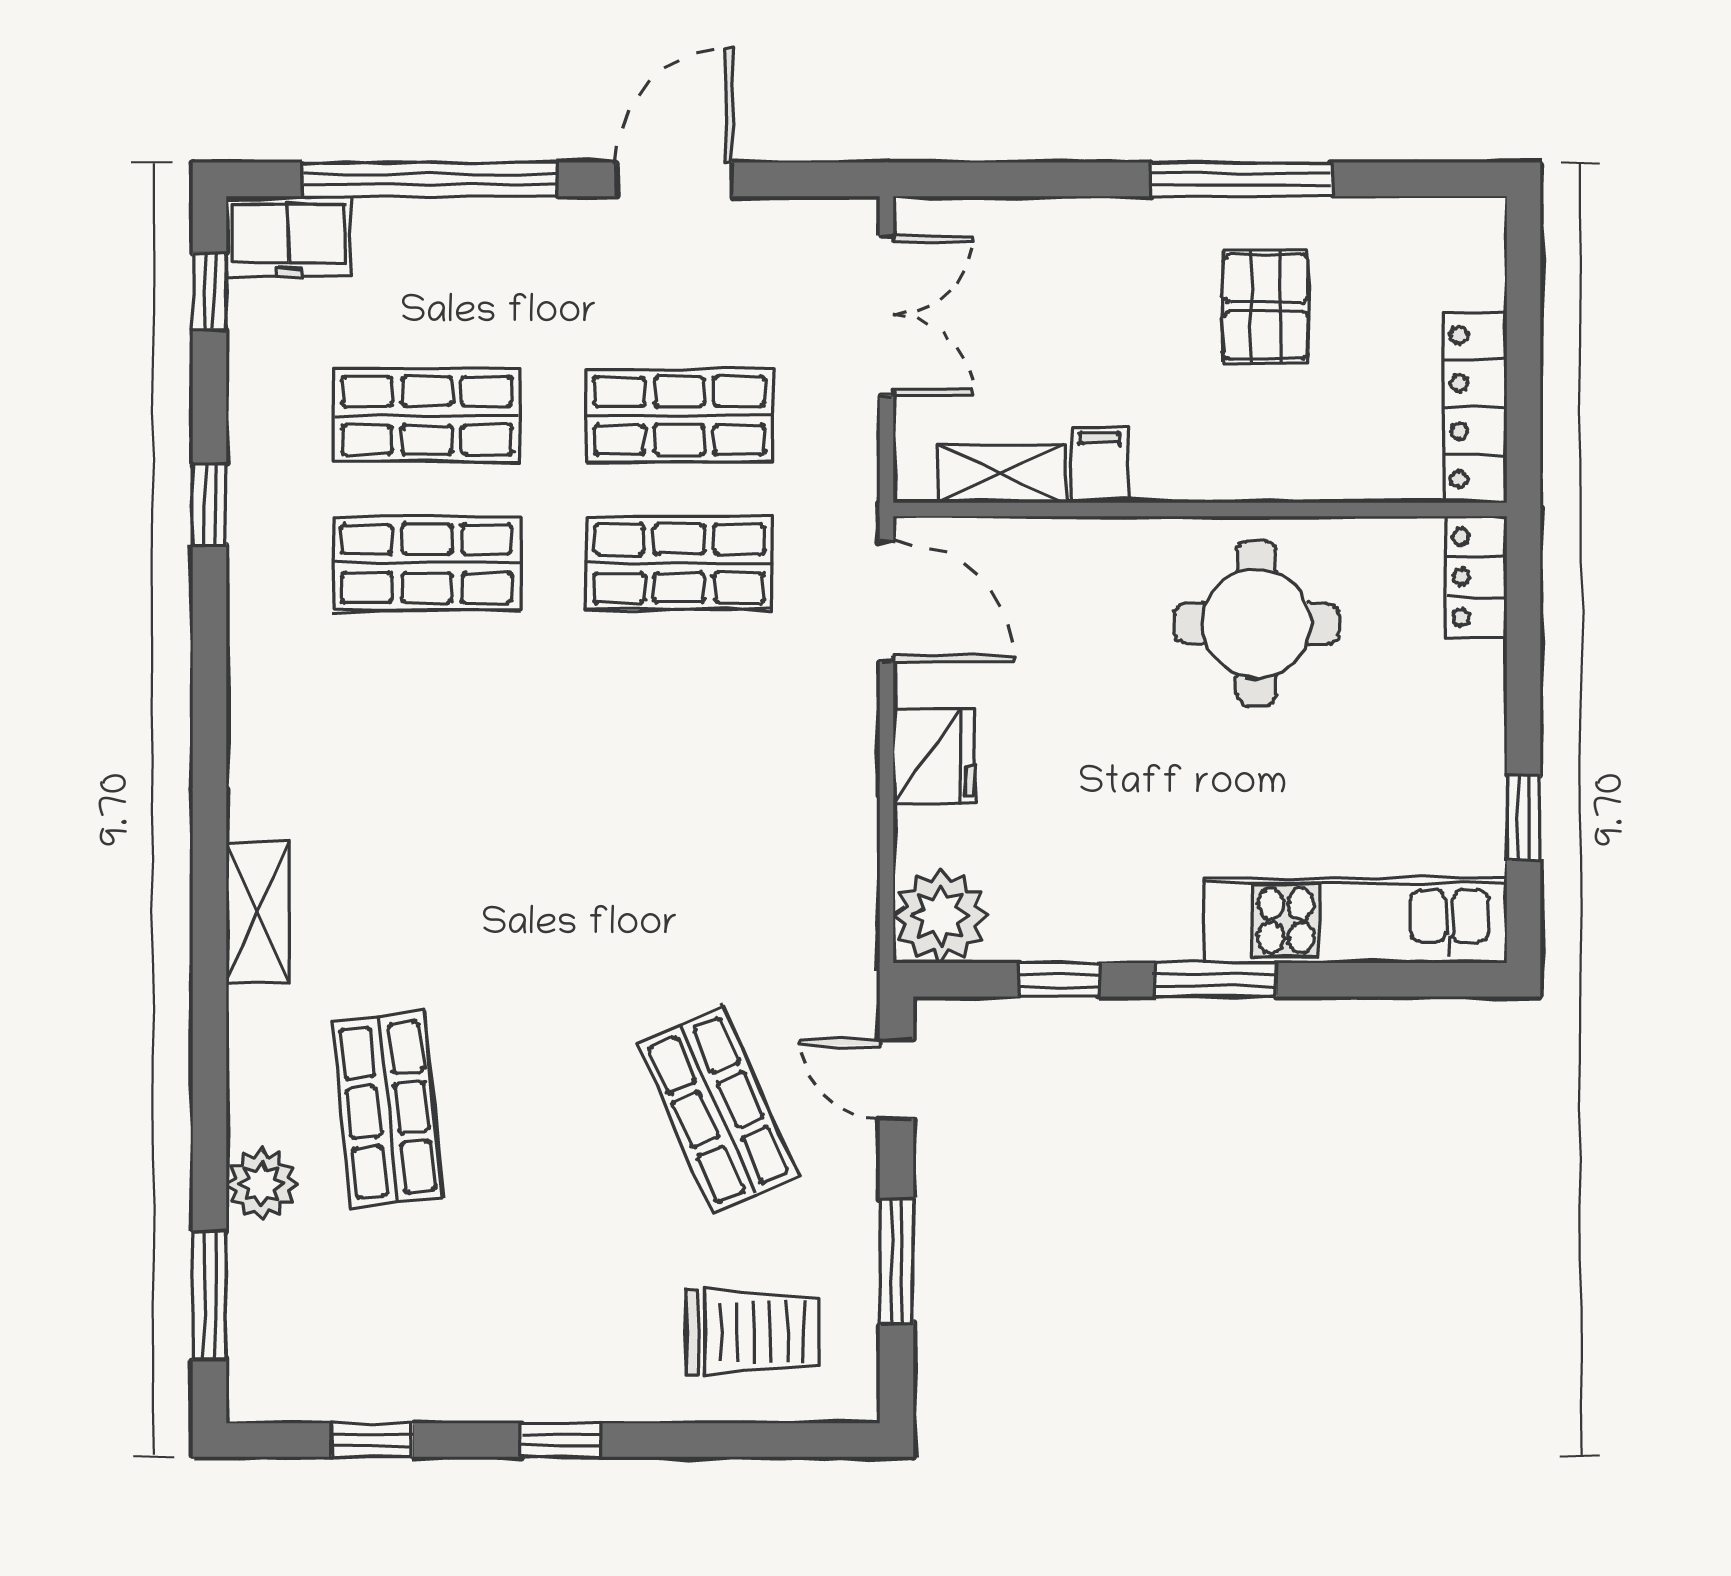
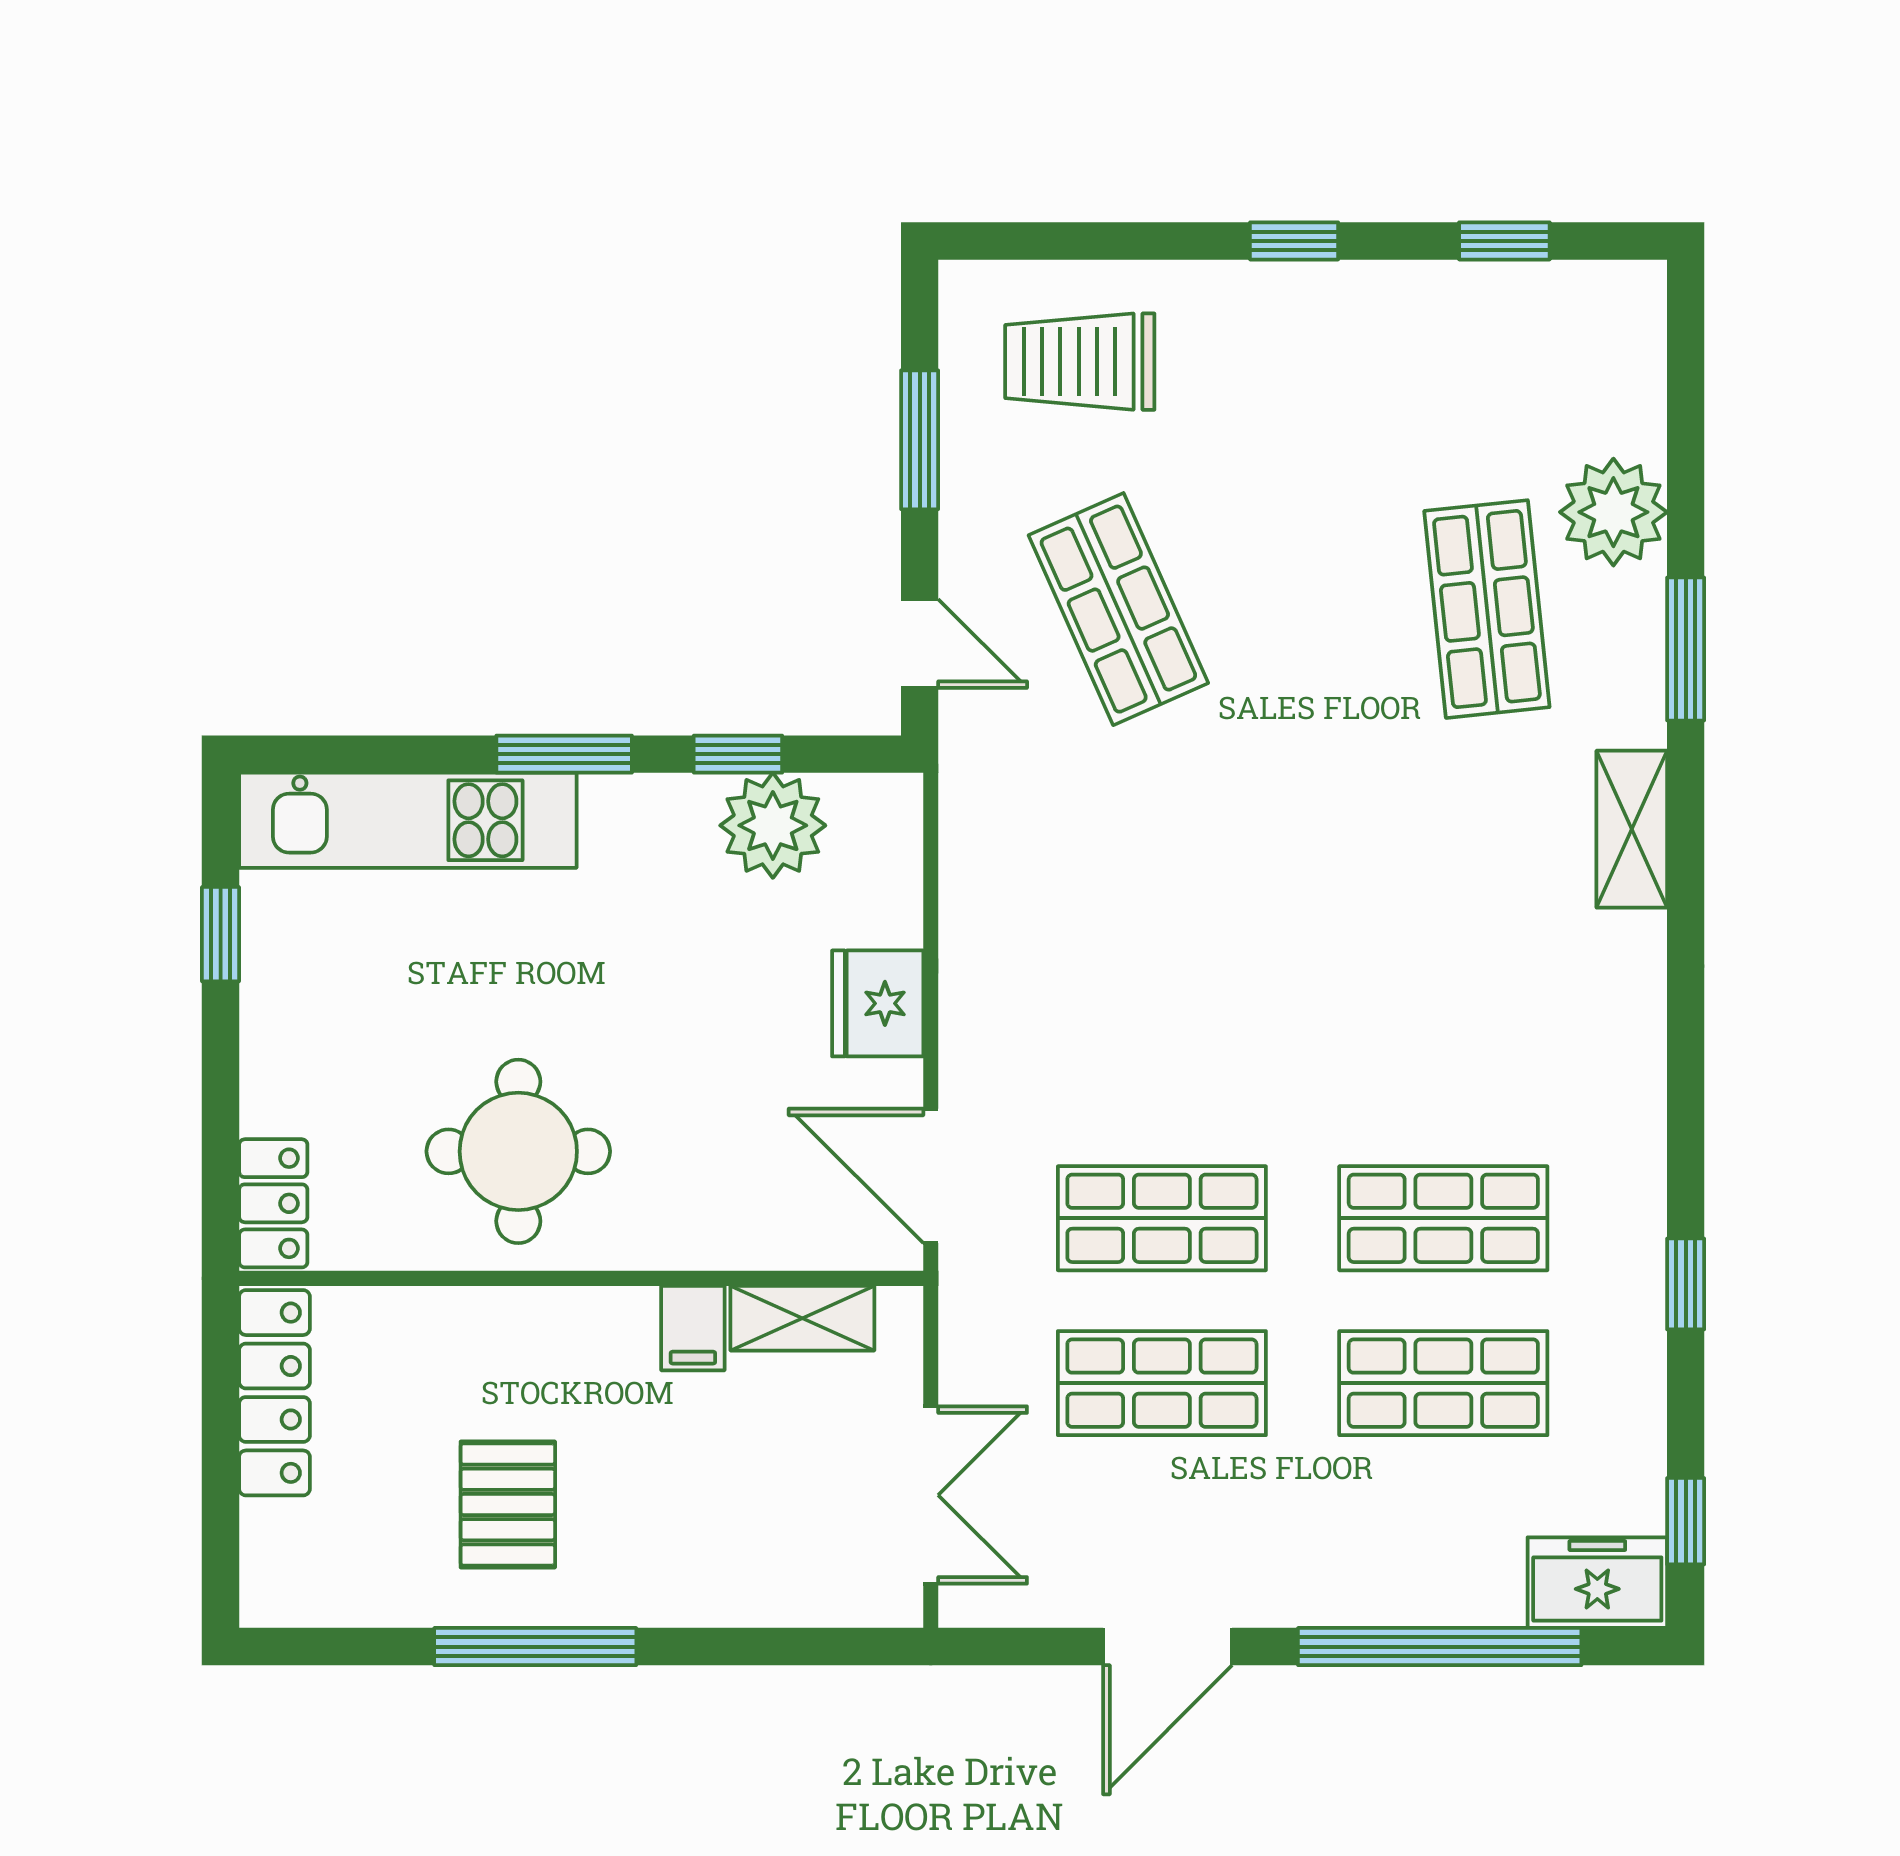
double door: (886, 315) -> (931, 1495), swing flipped
plant: (940, 916) -> (773, 825), moved
plant: (261, 1184) -> (1613, 512), width x1.36, depth x1.36
window: (209, 1295) -> (1686, 649), moved

